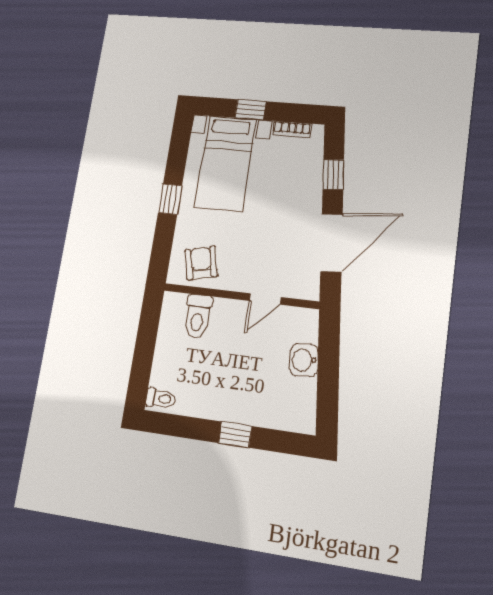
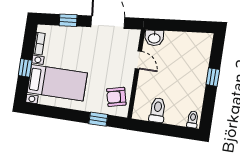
window: (170, 199) -> (98, 119), moved
toilet: (198, 316) -> (158, 110), moved, turned -90
washbasin: (304, 360) -> (154, 38), moved

